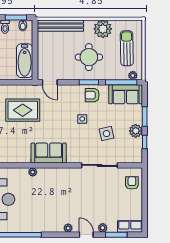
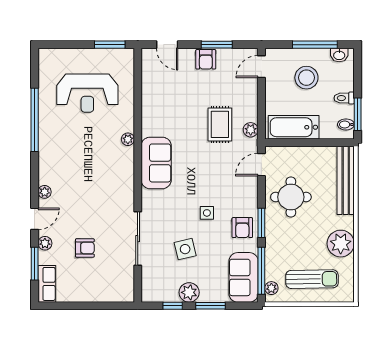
round table: (89, 57) -> (291, 197), moved
plant: (26, 89) -> (251, 130), added
armchair: (92, 95) -> (242, 228), turned 180
rug: (23, 110) -> (220, 124), width x0.73, depth x0.70
armchair: (132, 183) -> (85, 248), moved

